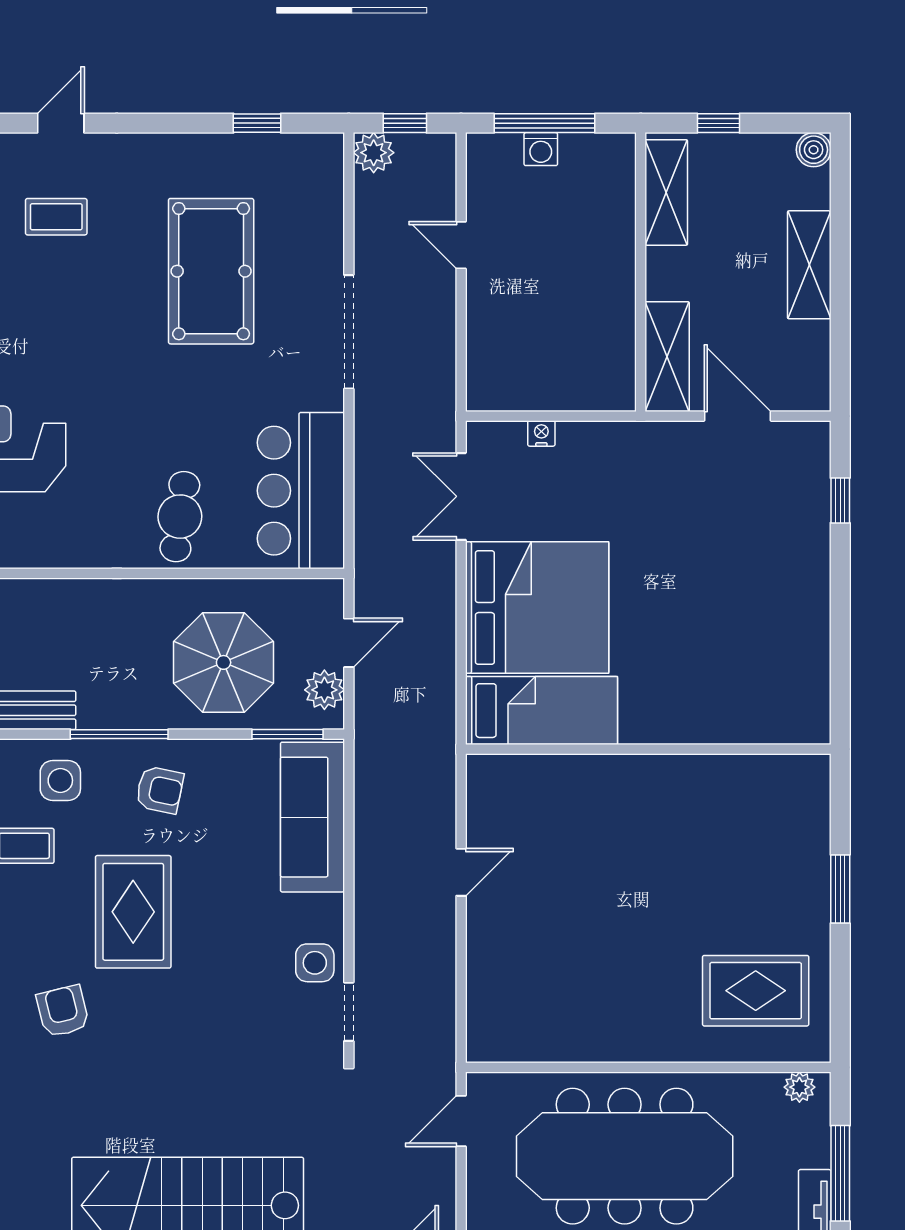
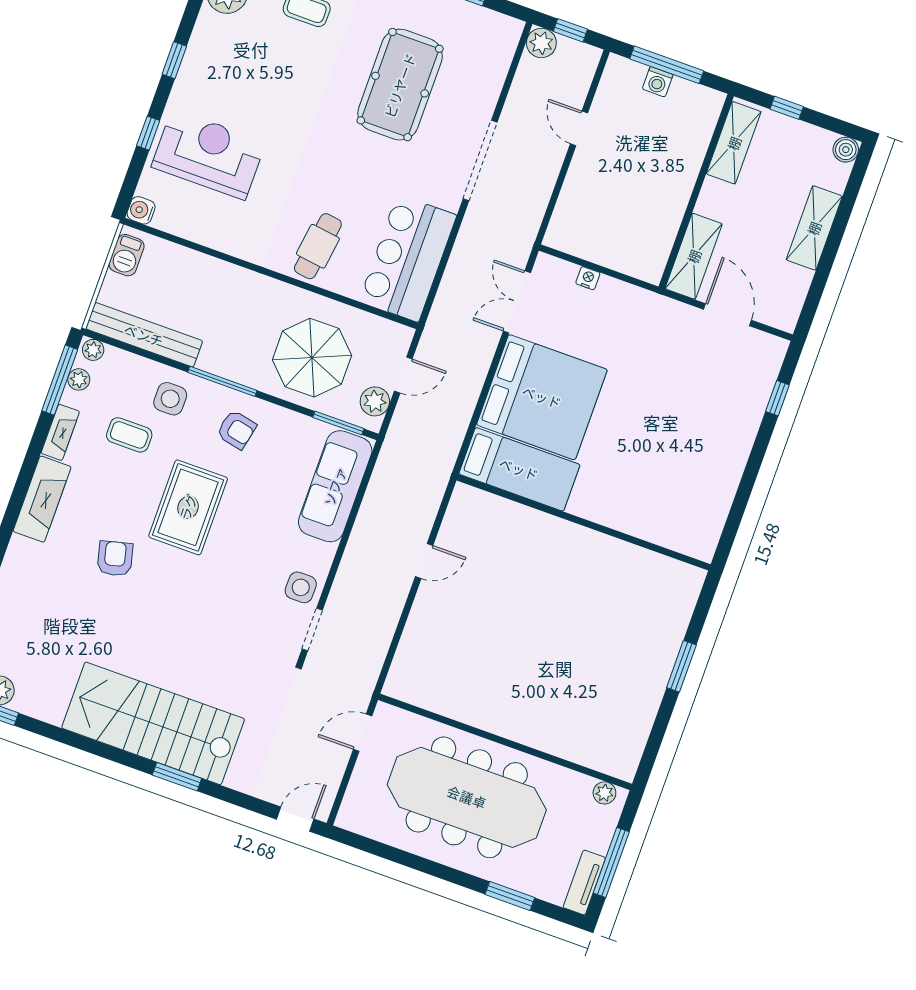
rug: (756, 991) -> (598, 716), removed

